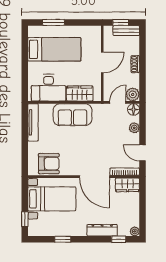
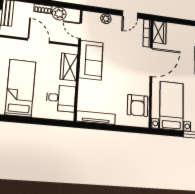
desk: (48, 88) -> (61, 98), width x0.73
plant: (133, 94) -> (59, 14), moved
floor lamp: (134, 109) -> (88, 17), removed
sofa: (73, 115) -> (91, 60), moved
armchair: (49, 164) -> (138, 105), turned 180

